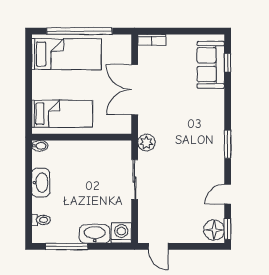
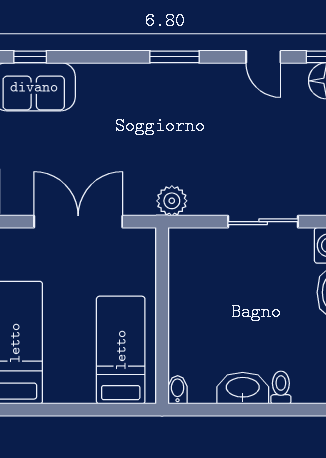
double door: (135, 90) -> (78, 222), swing flipped
sliding door: (135, 180) -> (263, 222), moved
toilet: (41, 220) -> (281, 388), moved

